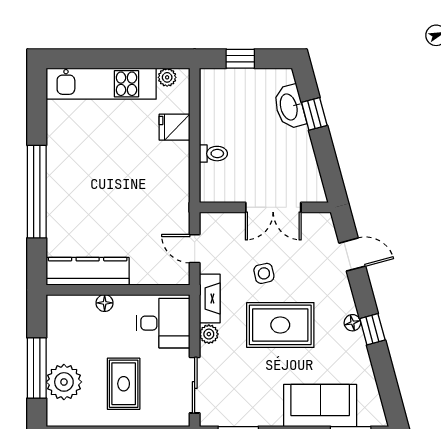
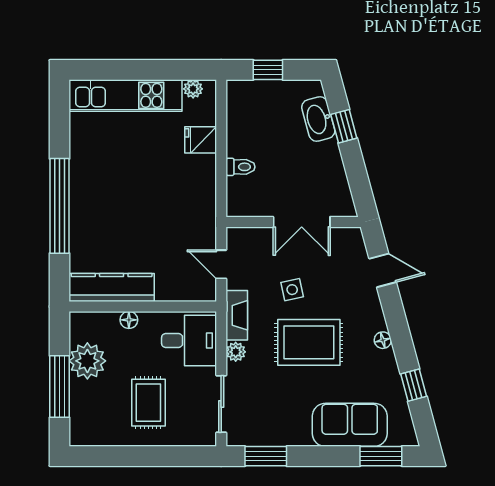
window: (372, 329) -> (414, 385), moved
plant: (64, 382) -> (87, 361), moved

